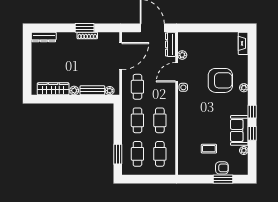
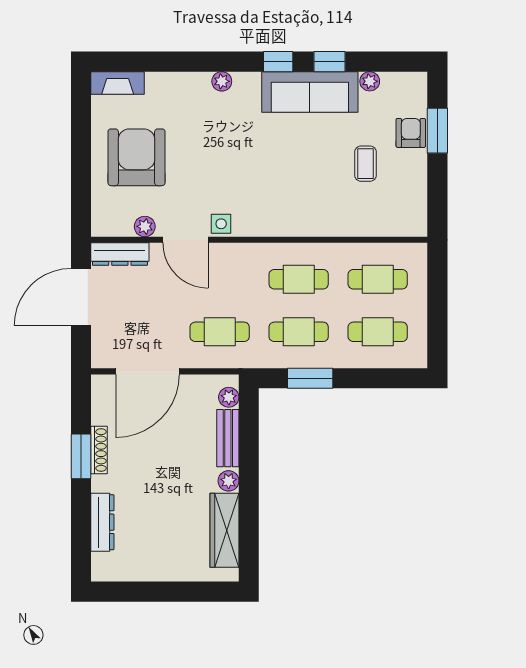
dresser: (44, 37) -> (102, 522), moved
door: (121, 56) -> (148, 371), swing flipped
armchair: (220, 80) -> (136, 157), moved
sofa: (239, 130) -> (310, 92), width x1.36
window: (118, 154) -> (310, 378), moved

